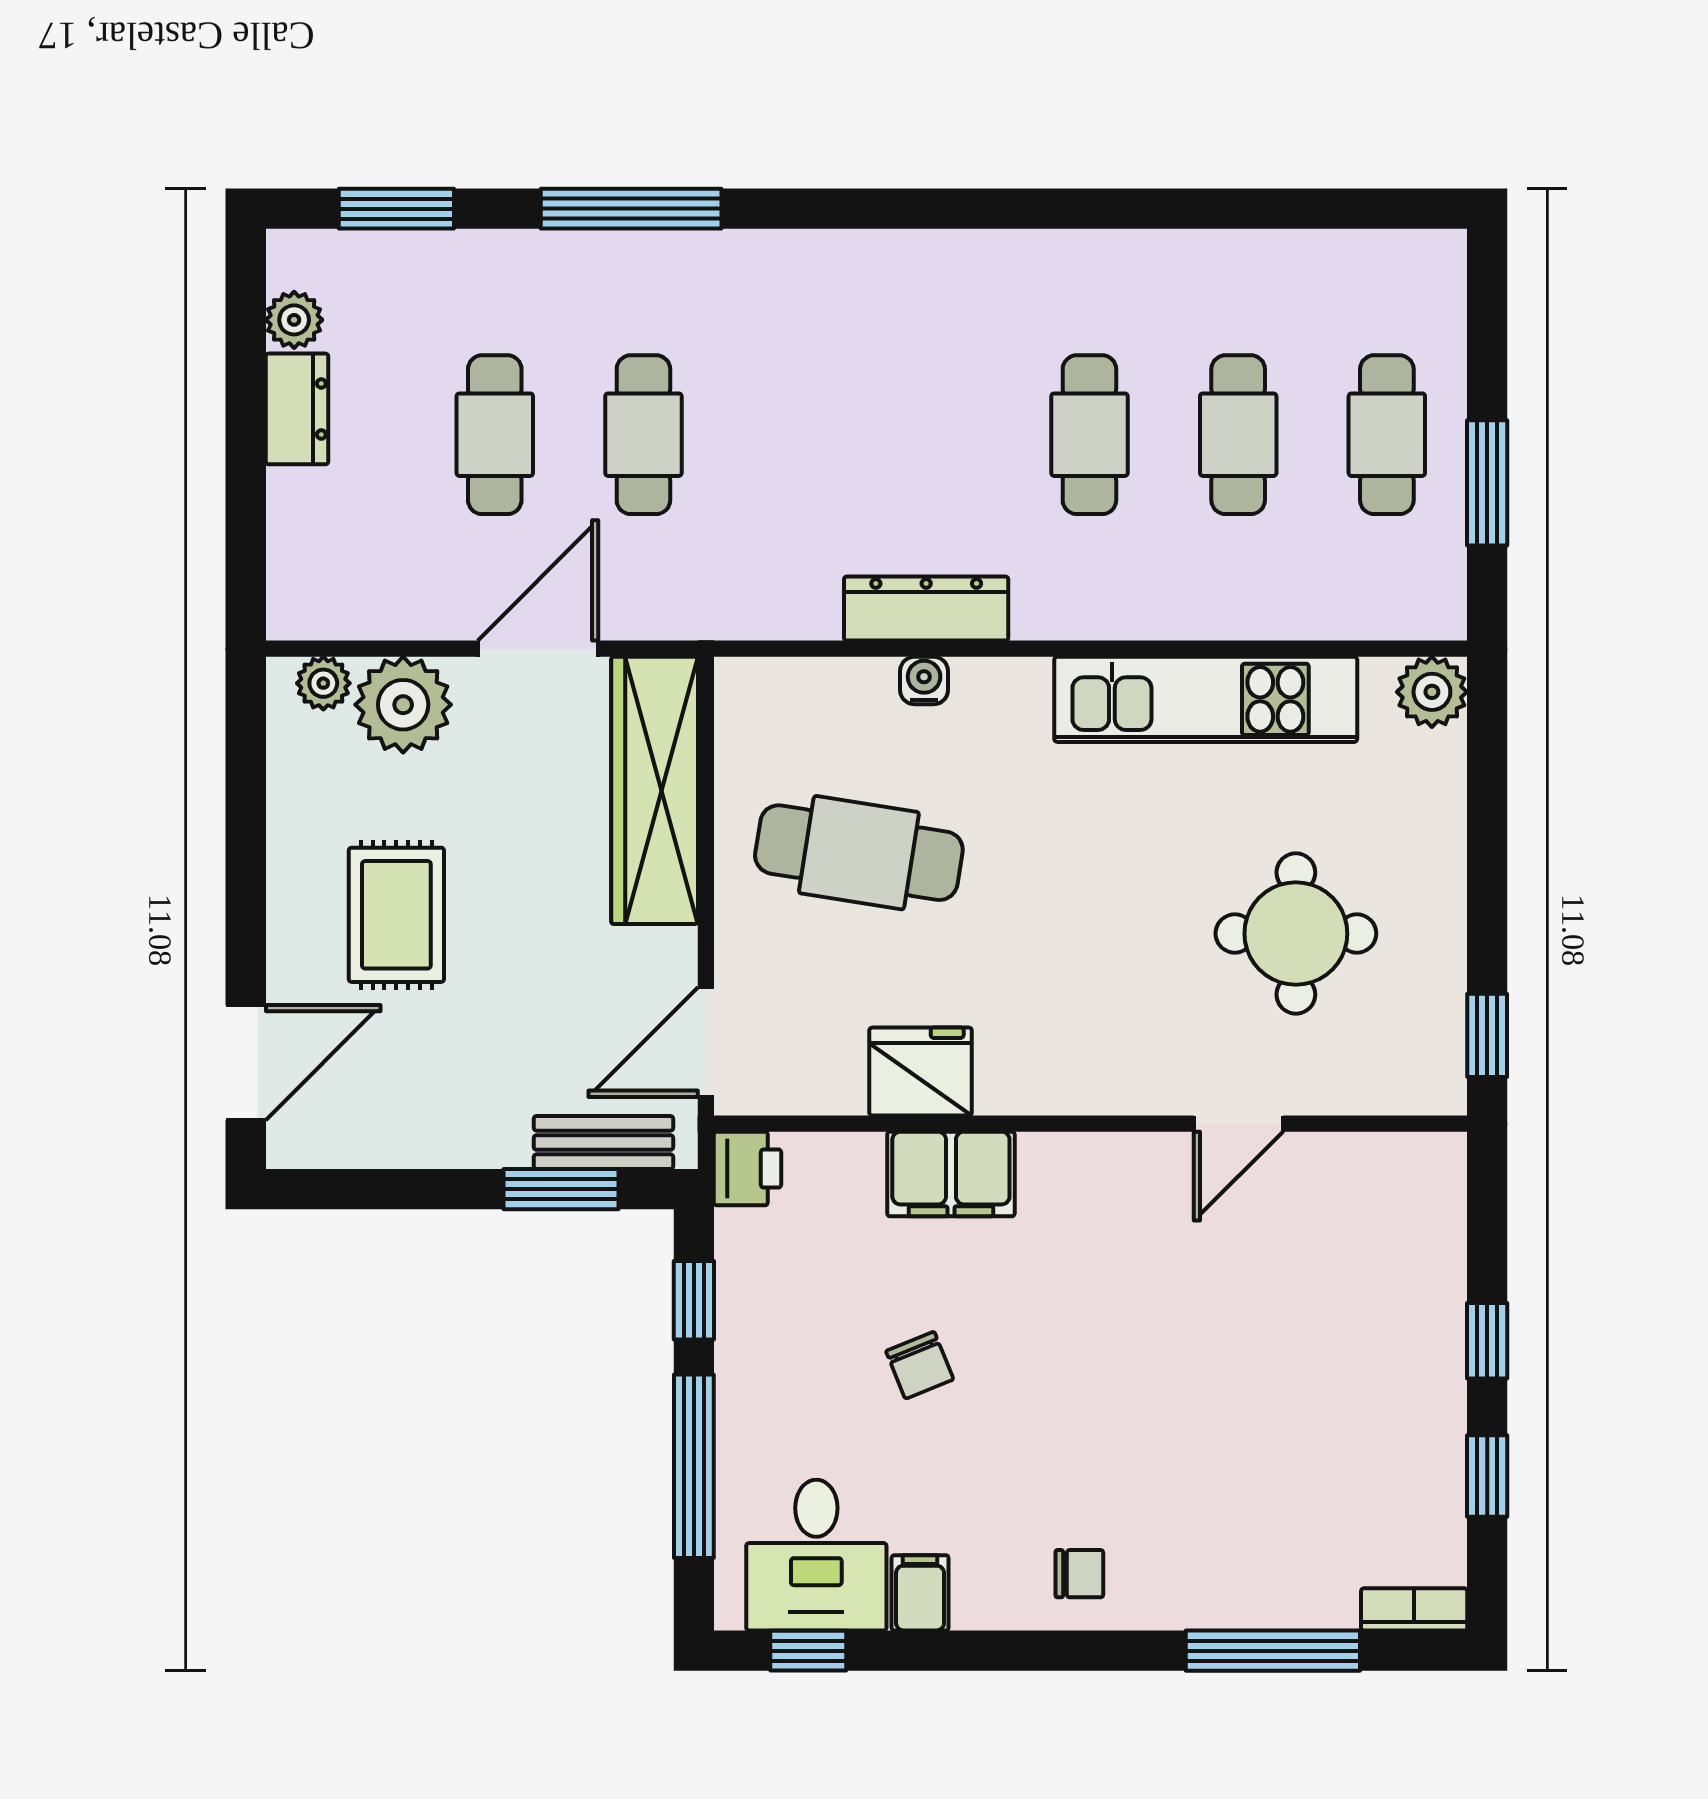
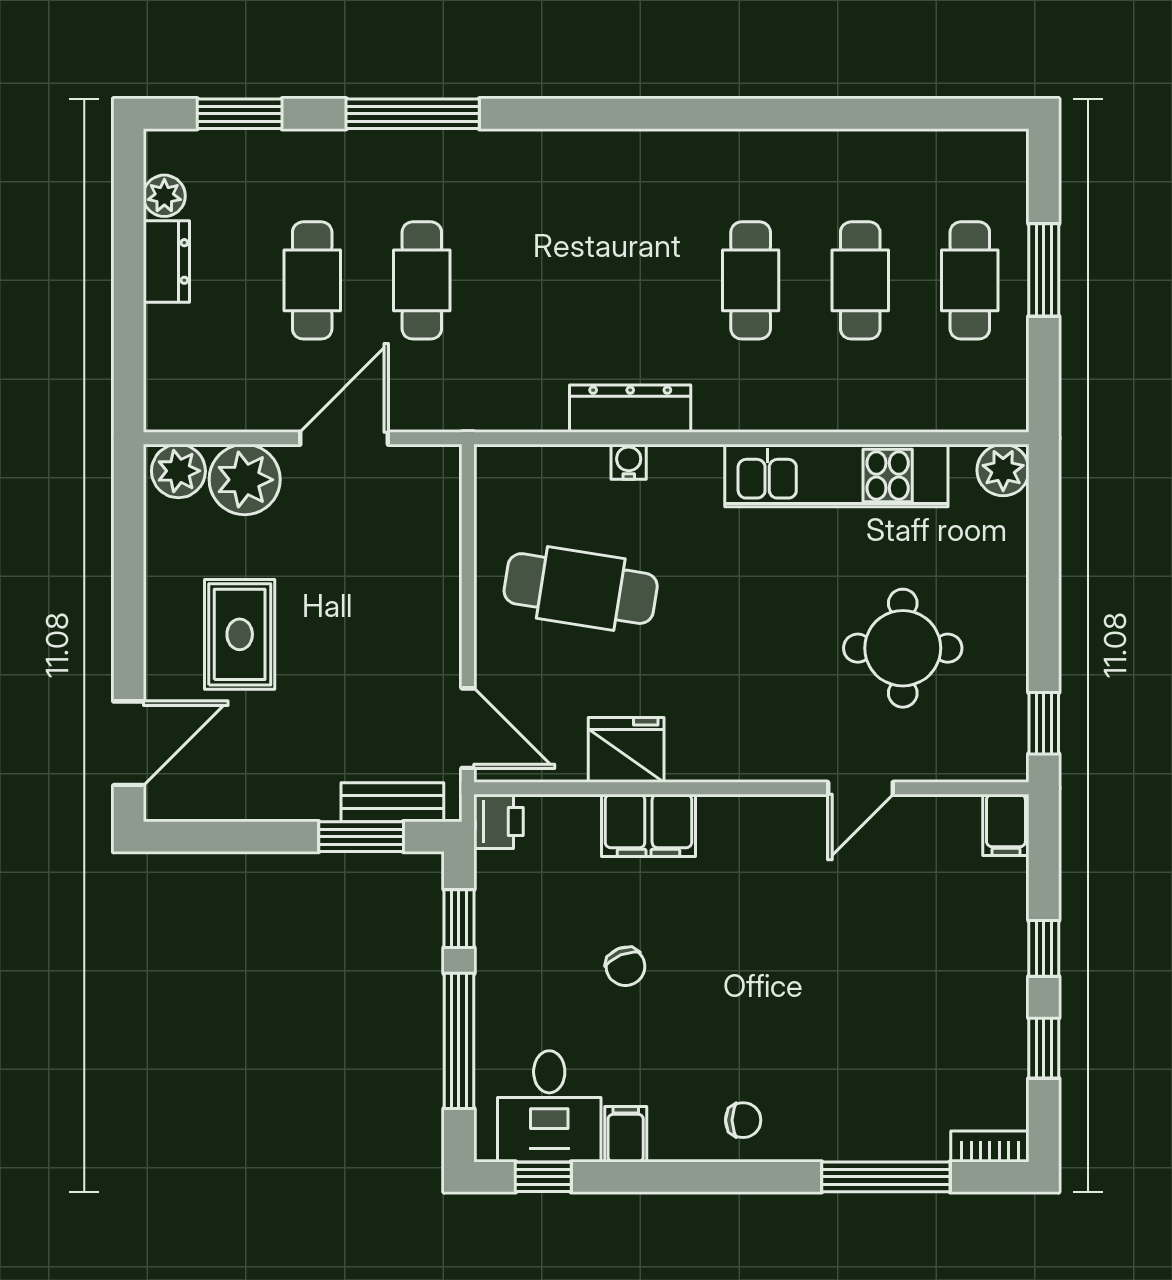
window: (1487, 483) -> (1044, 270), moved
plant: (323, 683) -> (178, 471), width x1.38, depth x1.38
wardrobe: (655, 790) -> (430, 543), removed
door: (706, 1042) -> (468, 728), swing flipped
filing cabinet: (1436, 1173) -> (1006, 825), added

